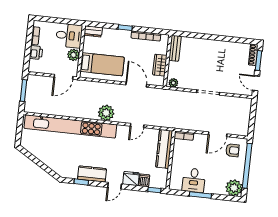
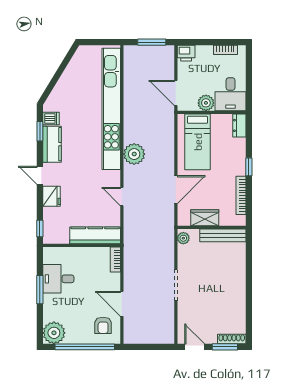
bench: (175, 48) -> (223, 235), width x1.36
printer: (36, 53) -> (186, 53), moved
door: (256, 83) -> (195, 347), hinge flipped
dishwasher: (144, 180) -> (51, 118), moved

